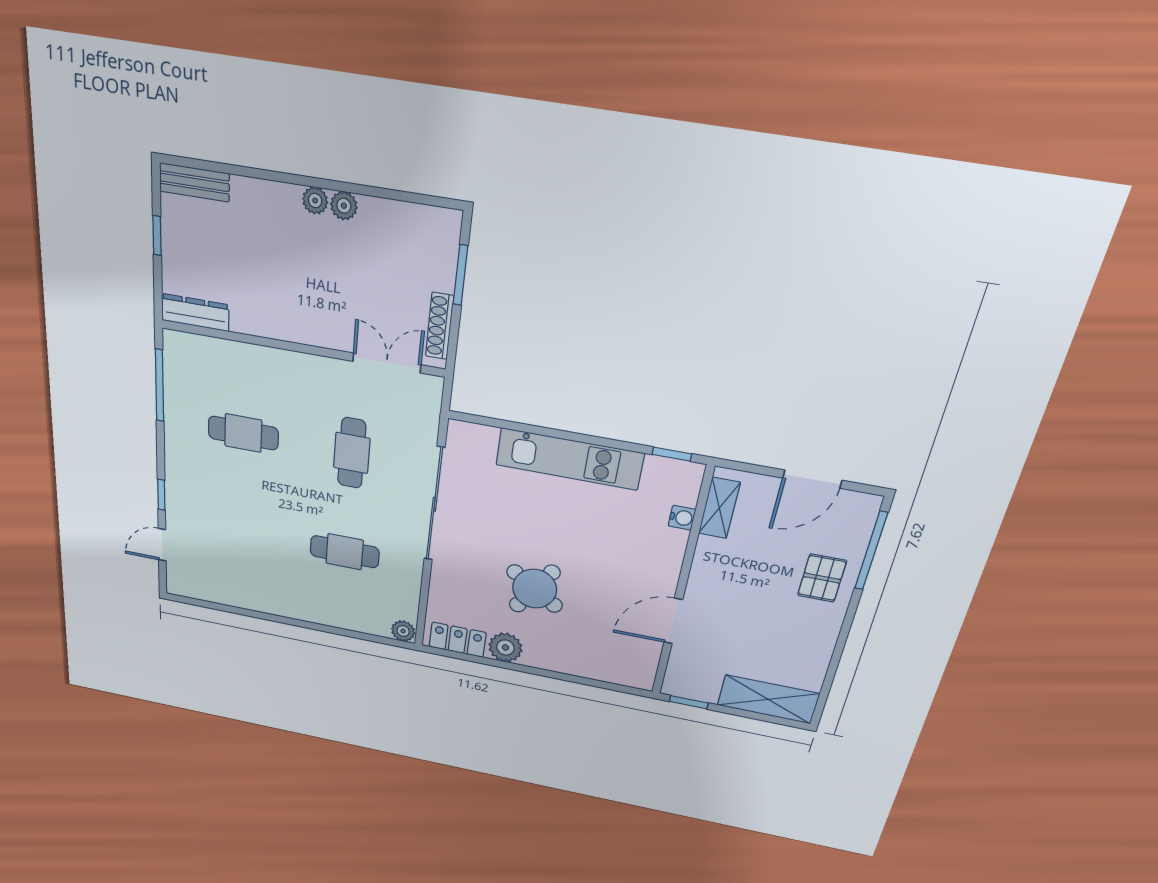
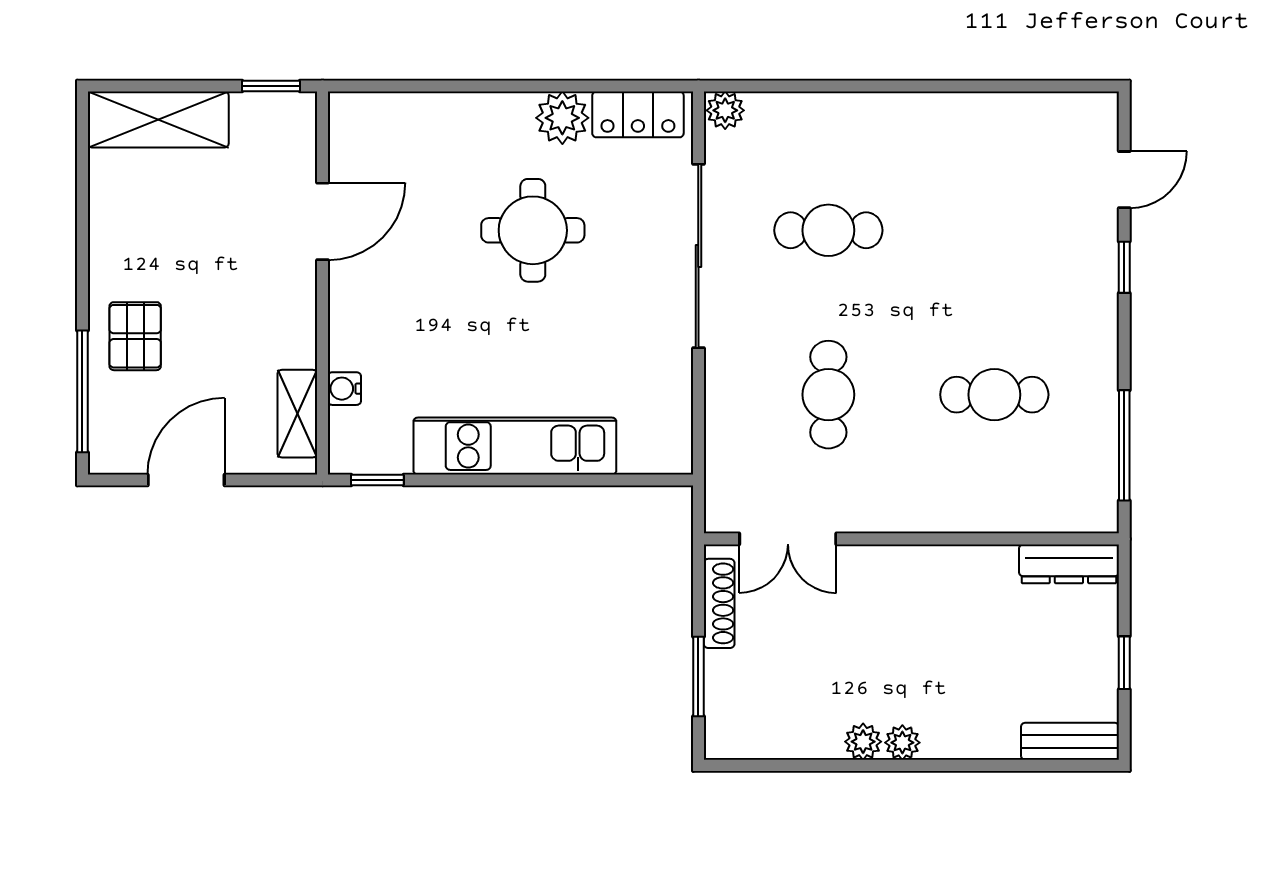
sliding door: (434, 504) -> (698, 256), moved
round table: (535, 589) -> (533, 230), turned -33

